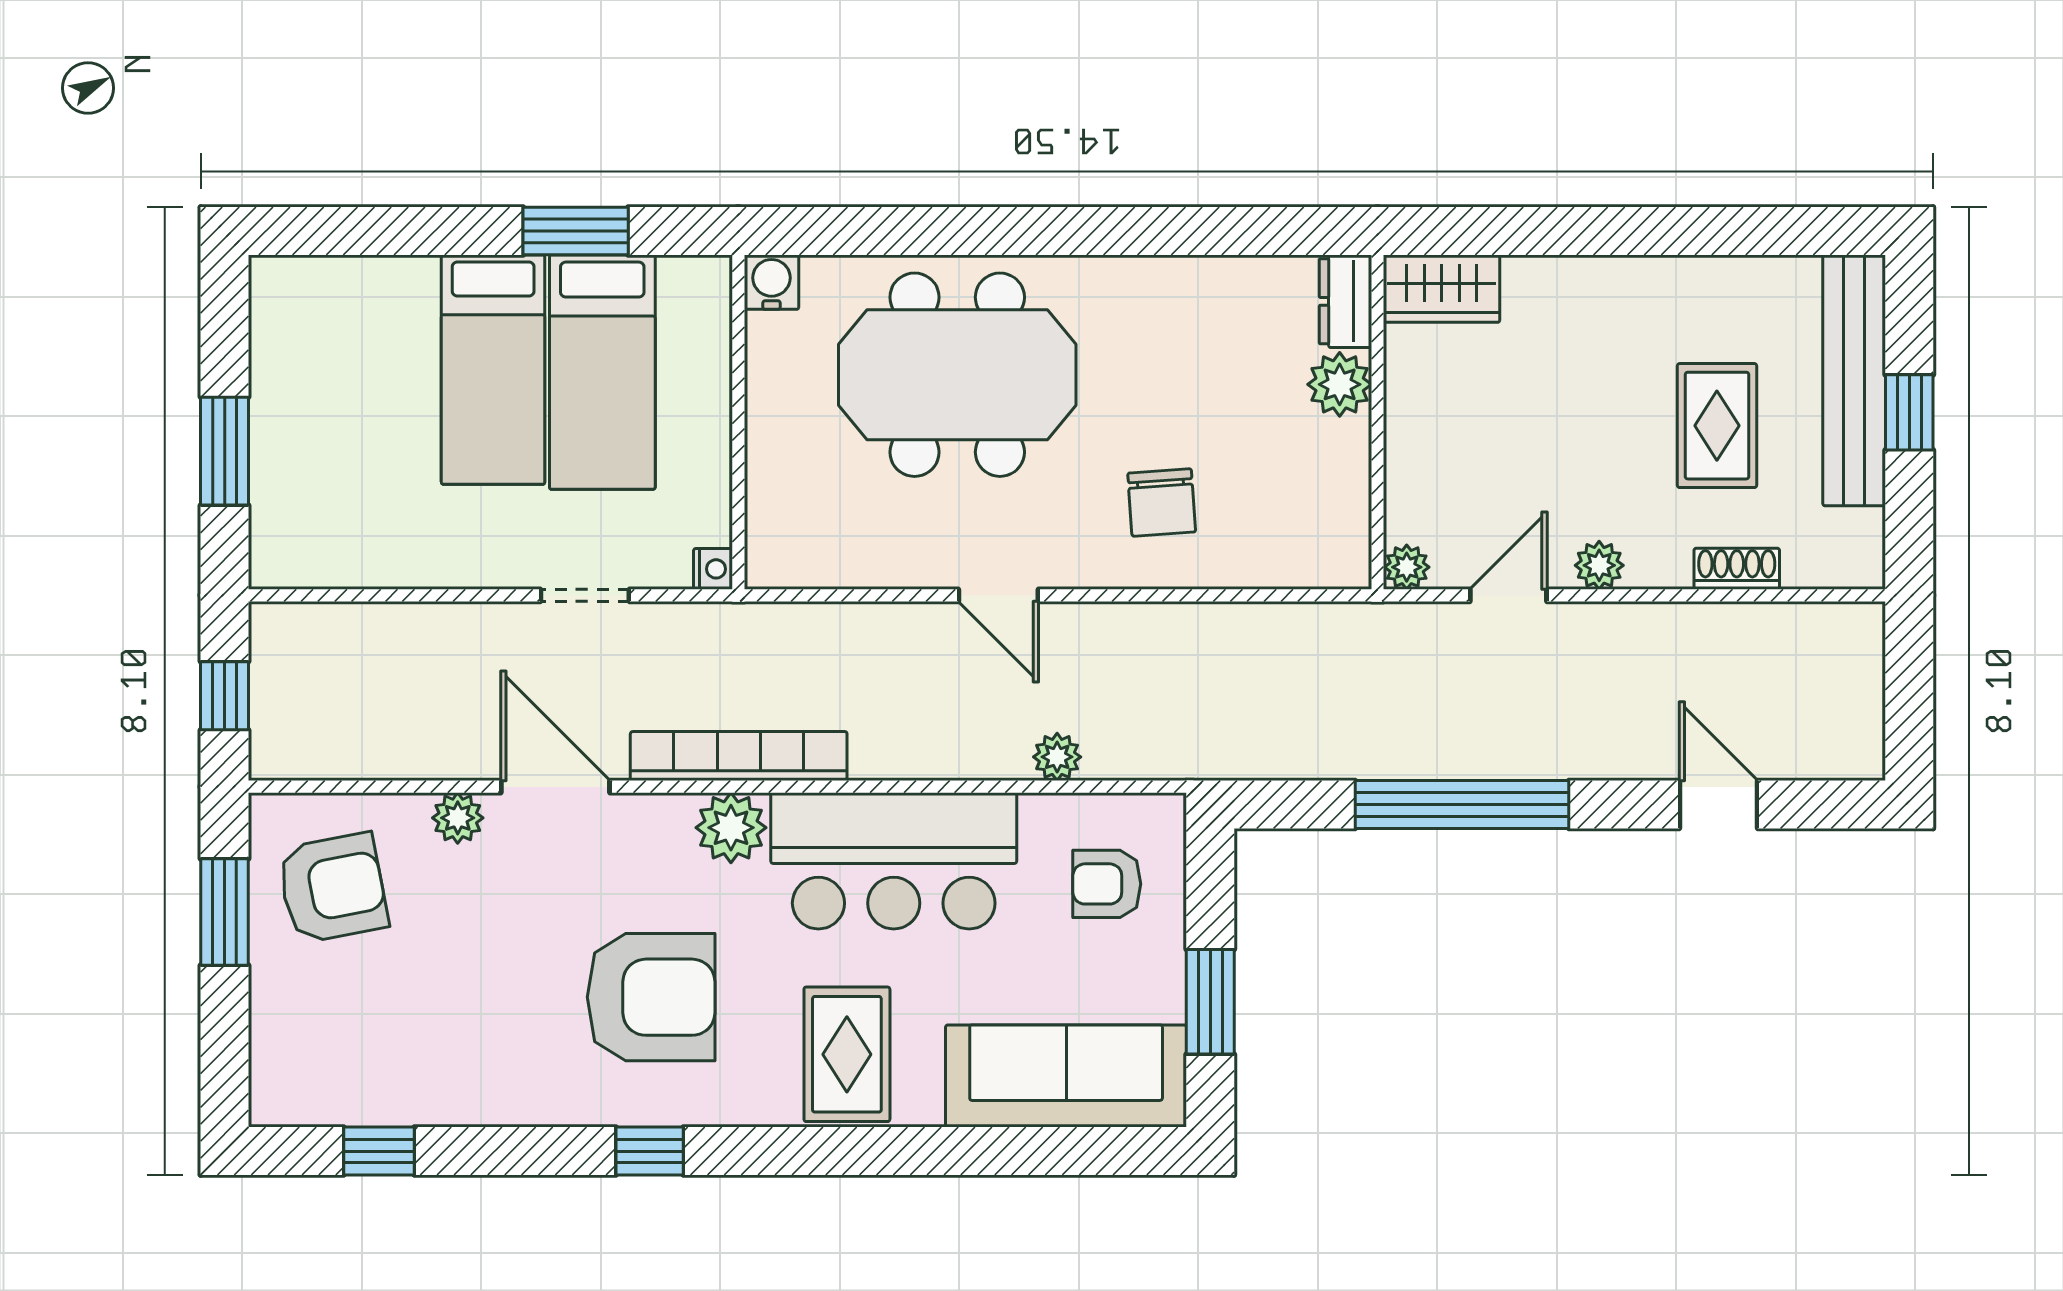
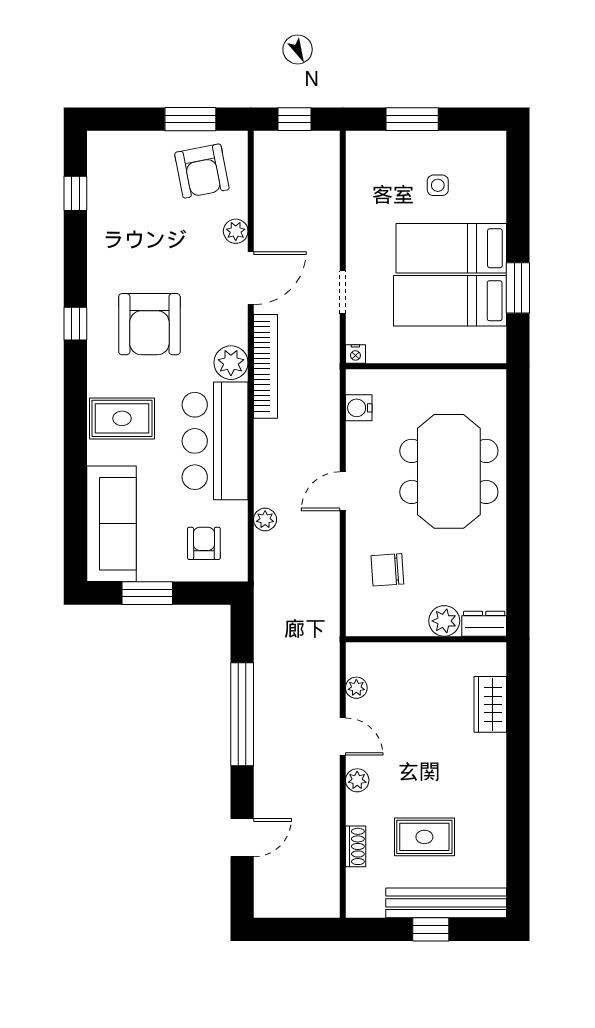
water cooler: (772, 282) -> (359, 408), moved, turned 180
dresser: (1345, 301) -> (484, 624), moved
plant: (1340, 384) -> (444, 621), moved
side table: (362, 398) -> (438, 185), added
wall: (1377, 422) -> (426, 639), moved

